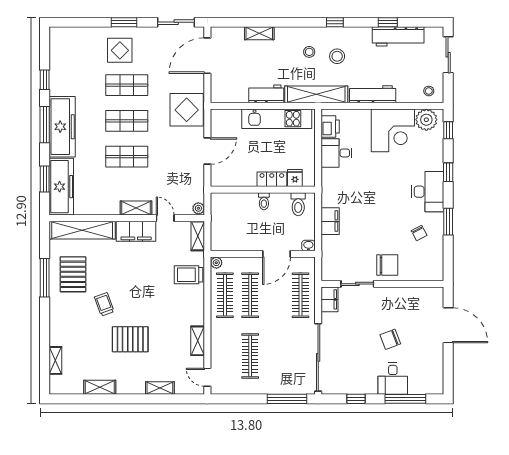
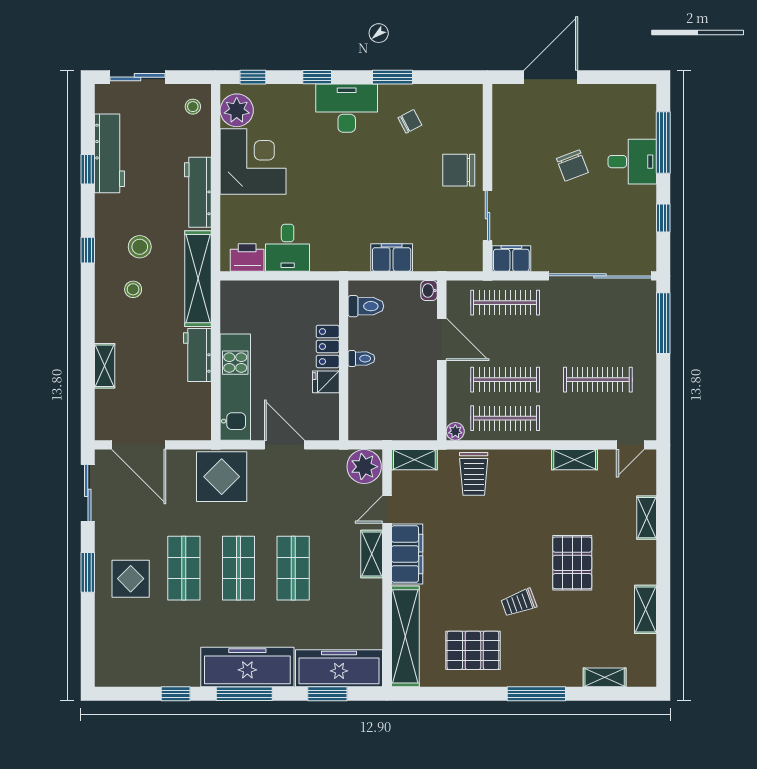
kitchen unit: (277, 119) -> (235, 387), moved
fridge: (295, 178) -> (326, 382), moved
plant: (198, 208) -> (364, 467), width x1.88, depth x1.88
chair: (387, 265) -> (459, 170), turned -90
window: (45, 278) -> (536, 694), moved

